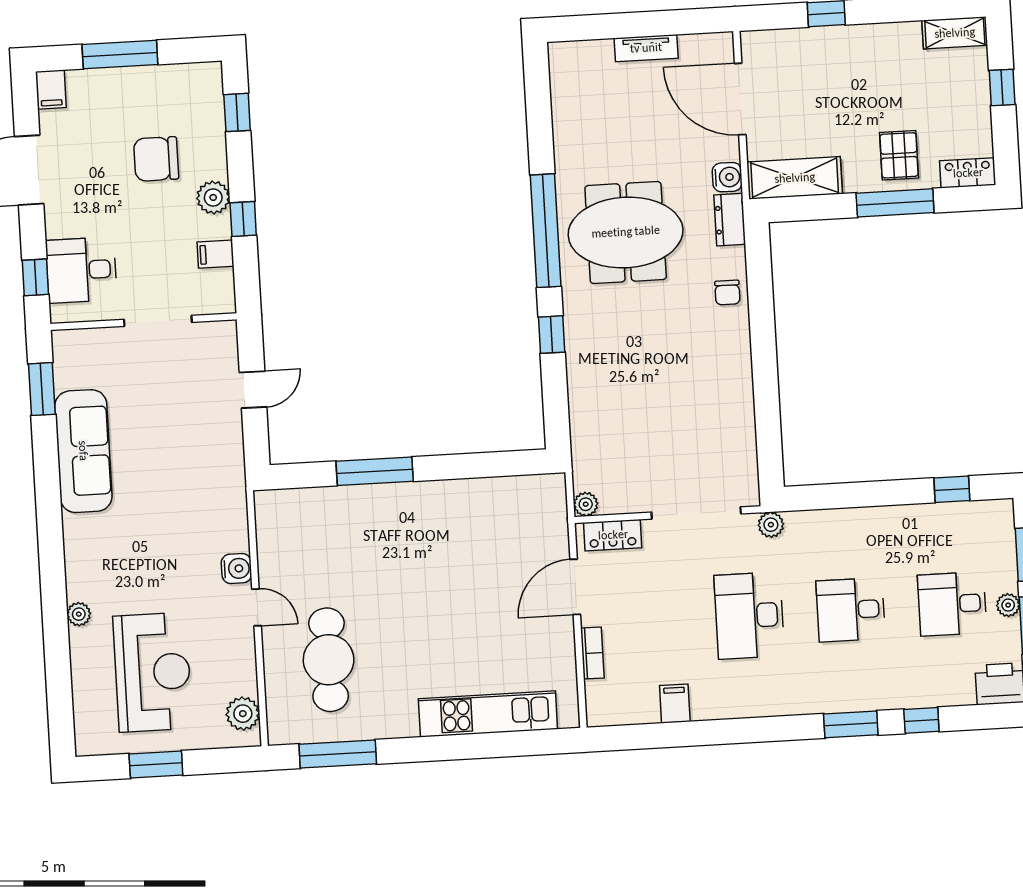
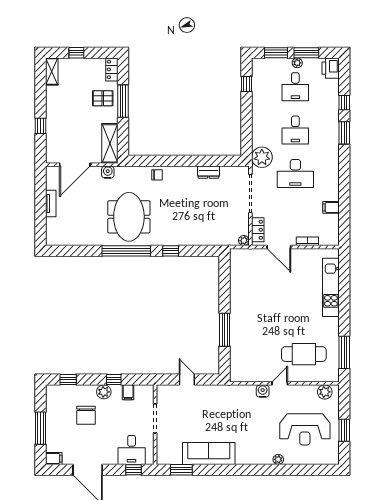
dresser: (730, 220) -> (208, 172), moved
plant: (771, 525) -> (262, 157), width x1.88, depth x1.88
reception desk: (153, 672) -> (305, 429), turned 180

